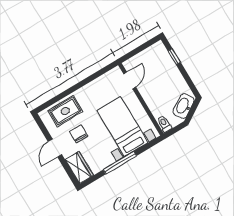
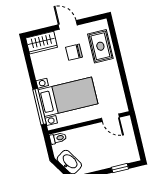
chair: (79, 134) -> (74, 52), turned 180
window: (120, 163) -> (39, 107), moved

